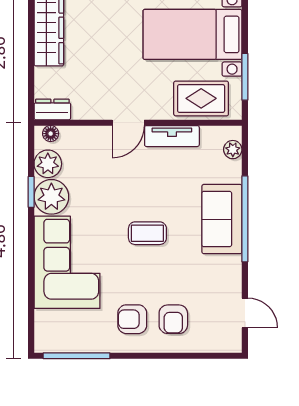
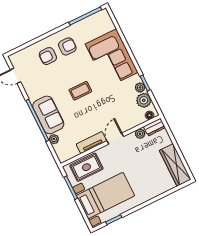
plant: (82, 110) -> (140, 134), added
plant: (233, 150) -> (54, 139), moved
plant: (51, 197) -> (140, 87), width x0.53, depth x0.53
armchair: (173, 319) -> (48, 56), turned -90

